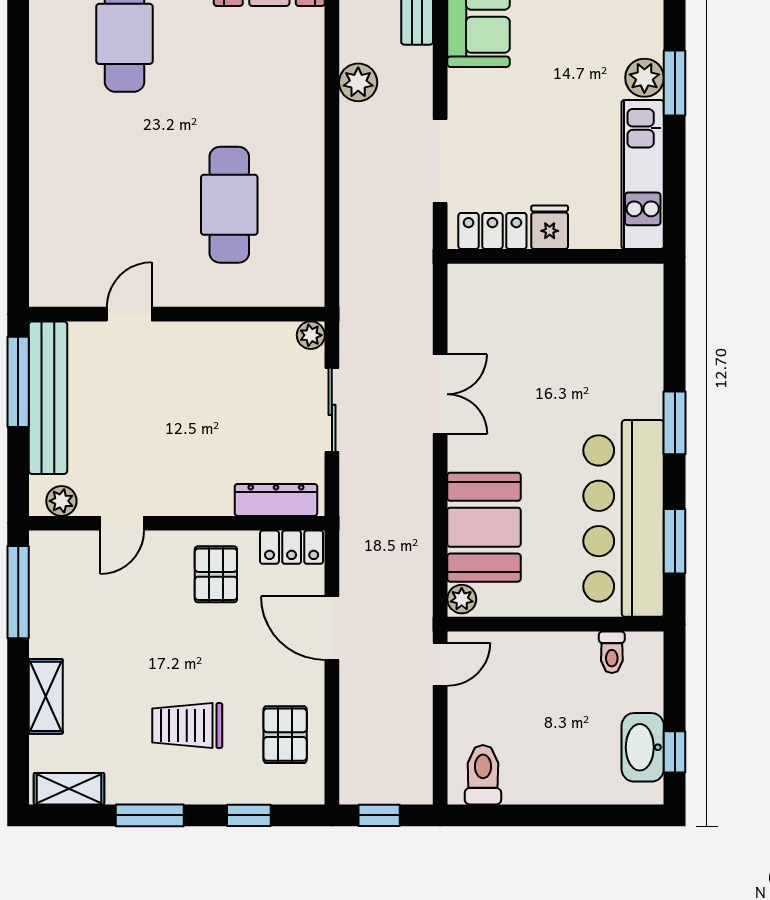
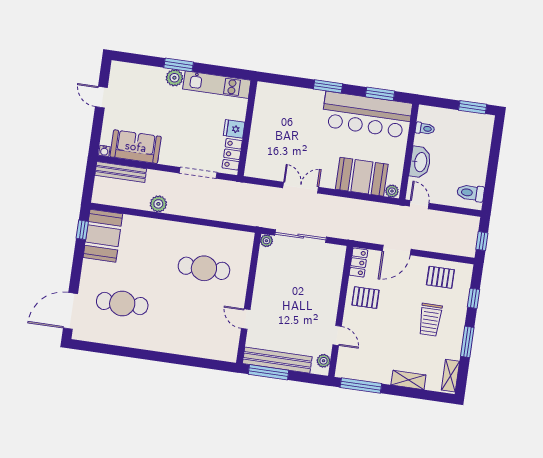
sliding door: (332, 410) -> (301, 236), width x1.37
dresser: (276, 500) -> (337, 266), removed
washbasin: (643, 747) -> (420, 162), moved, turned -90
window: (675, 752) -> (473, 107), width x1.50

